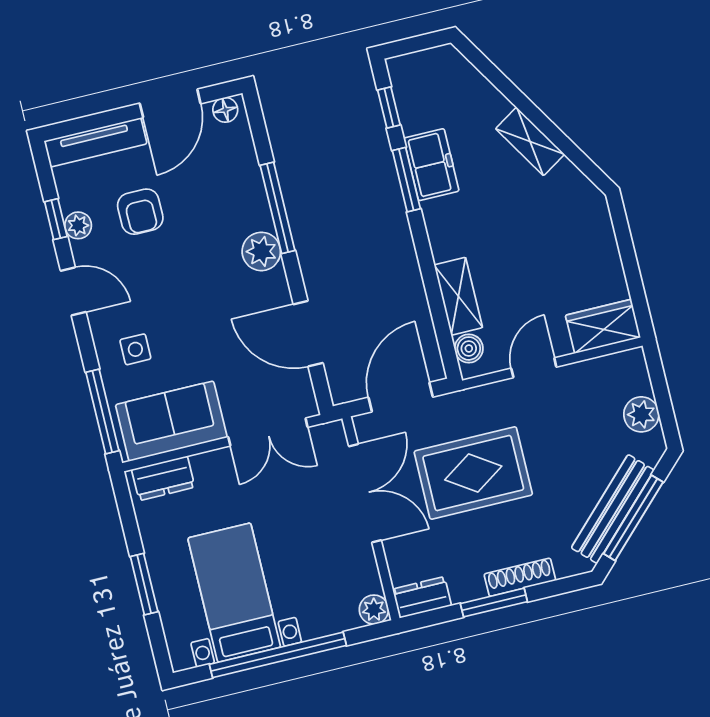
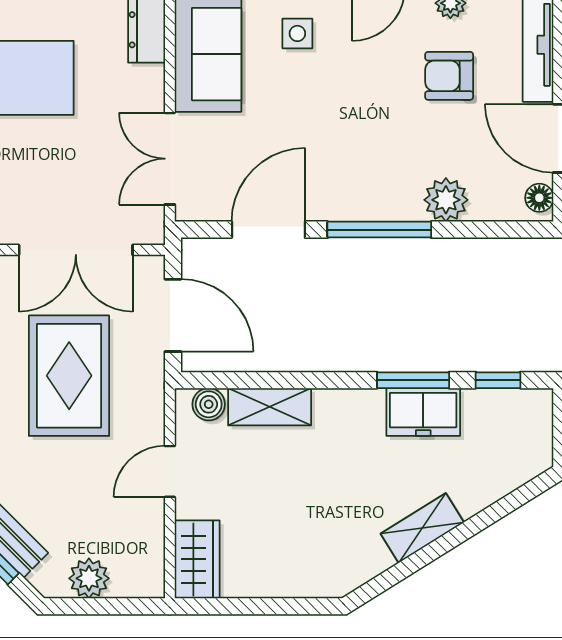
window: (278, 208) -> (379, 230), moved
plant: (261, 251) -> (446, 200), moved
door: (534, 368) -> (170, 471), swing flipped

